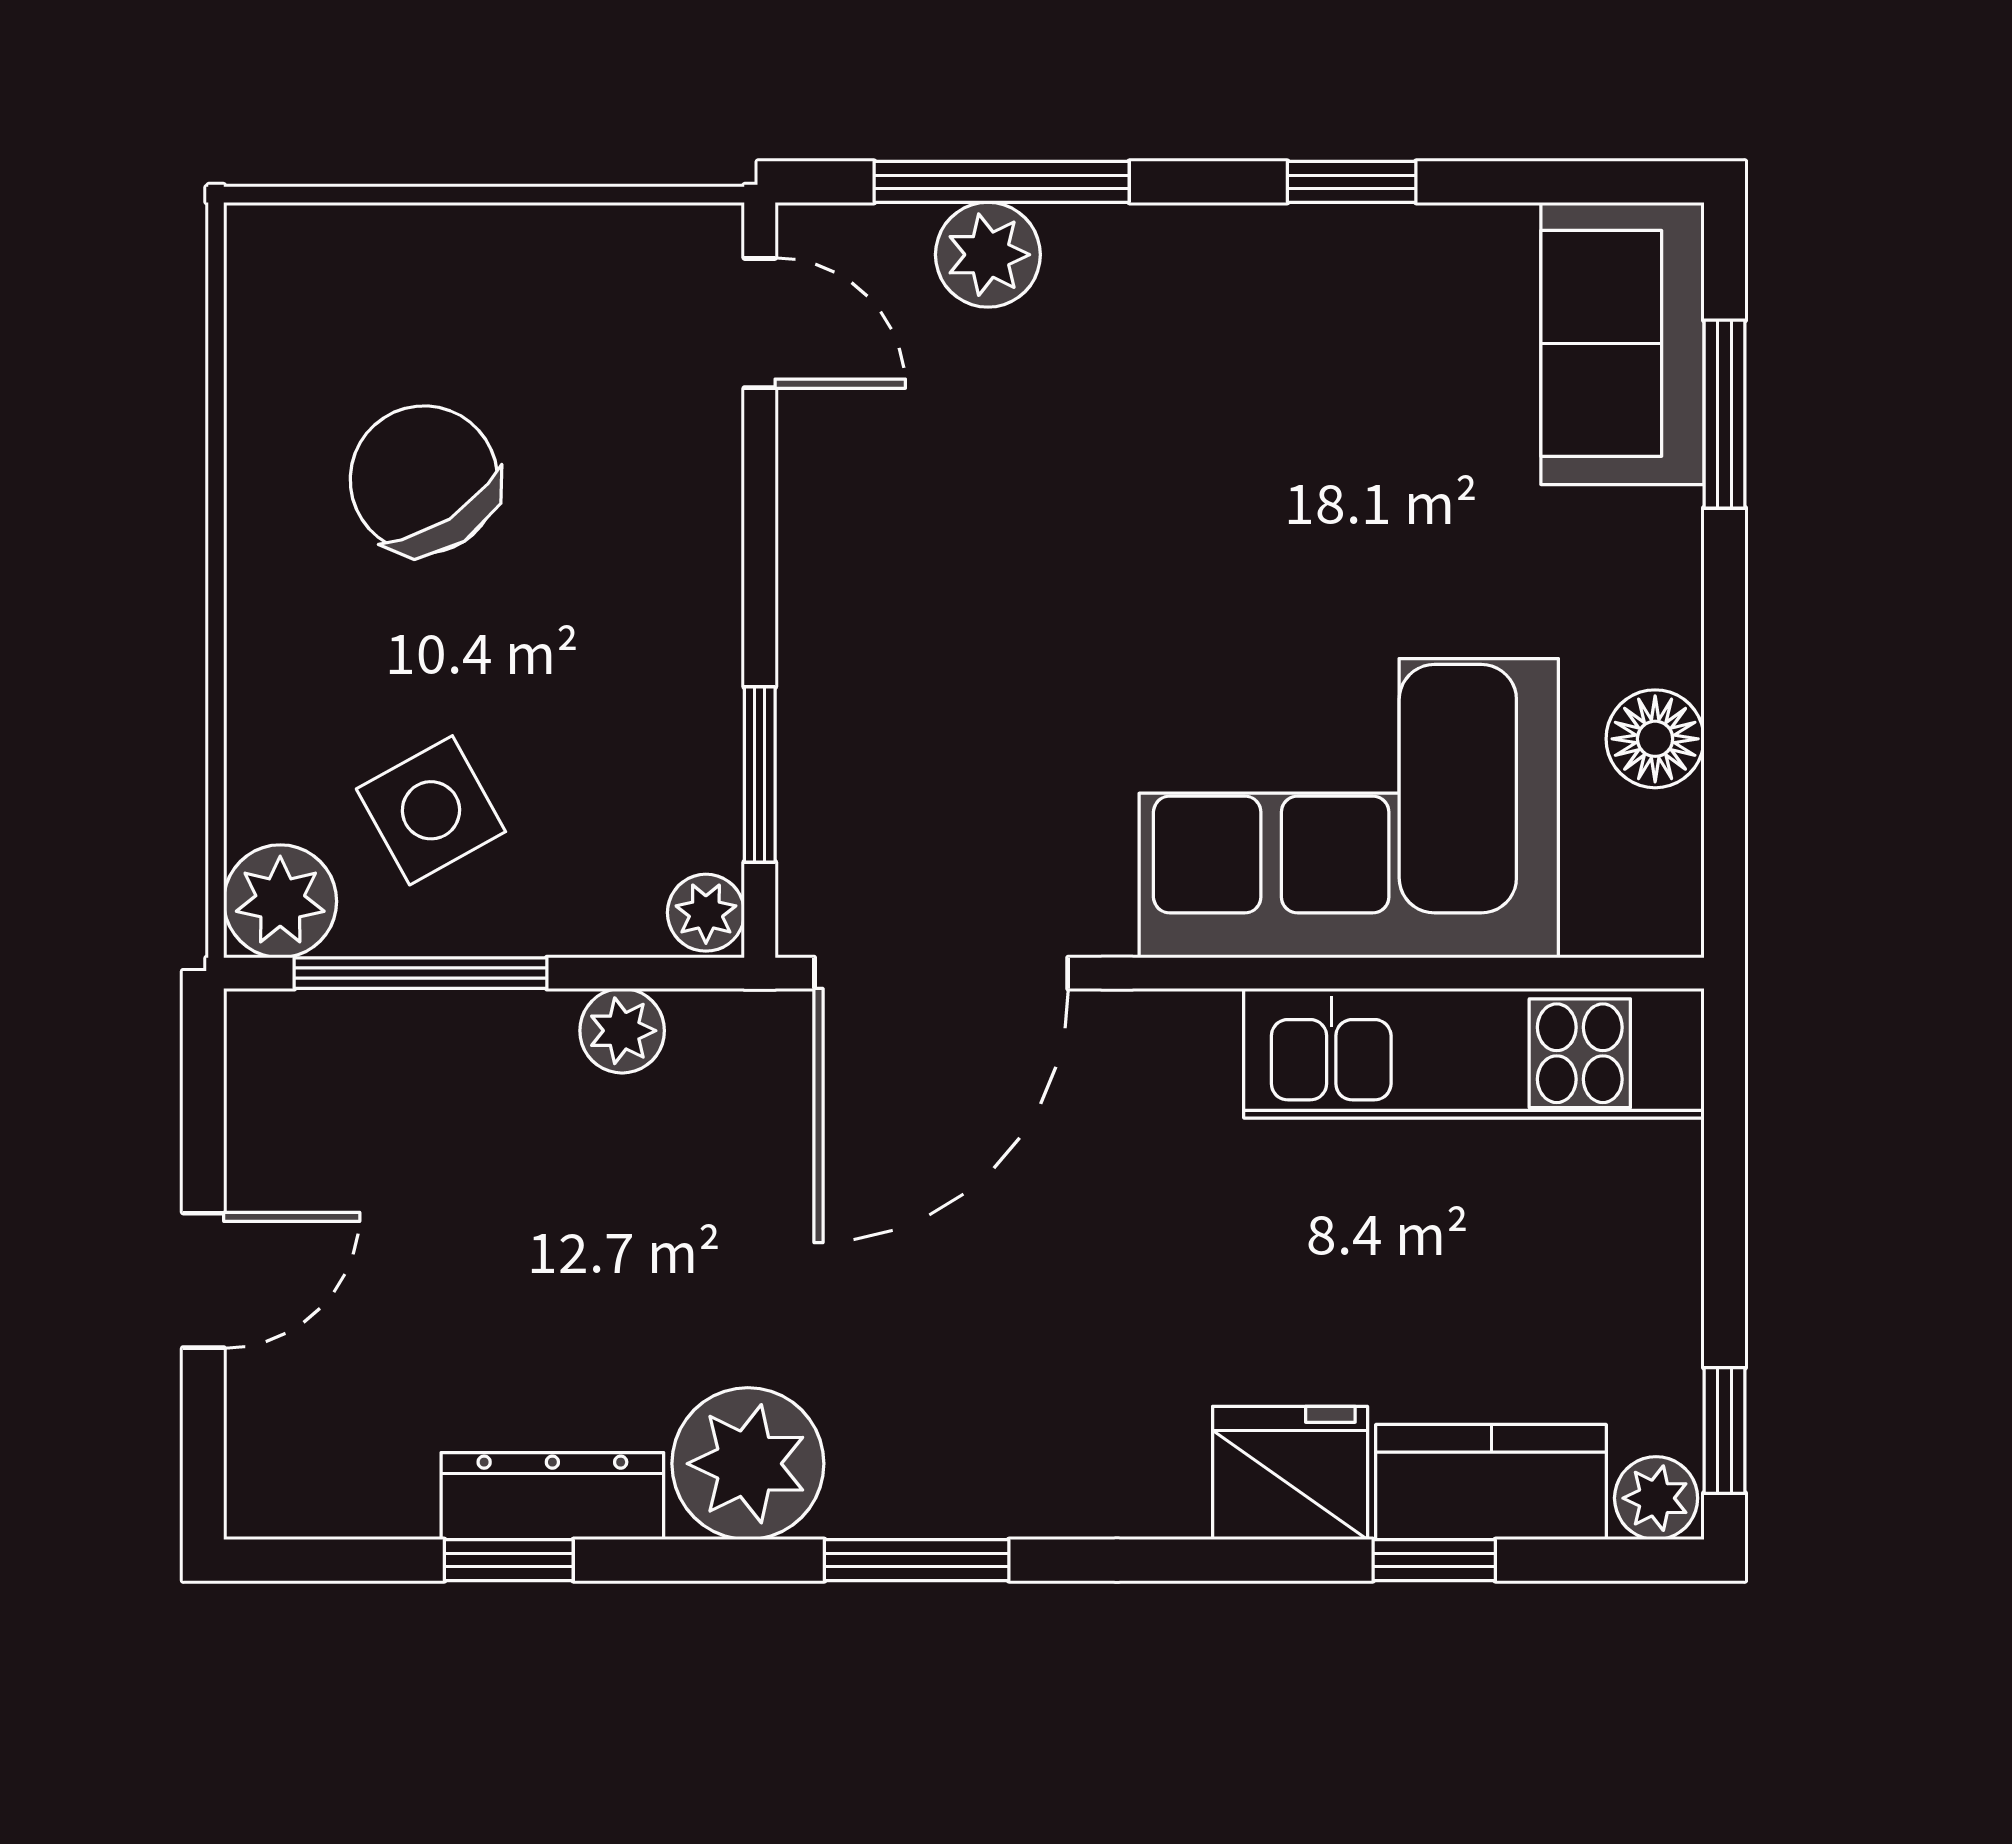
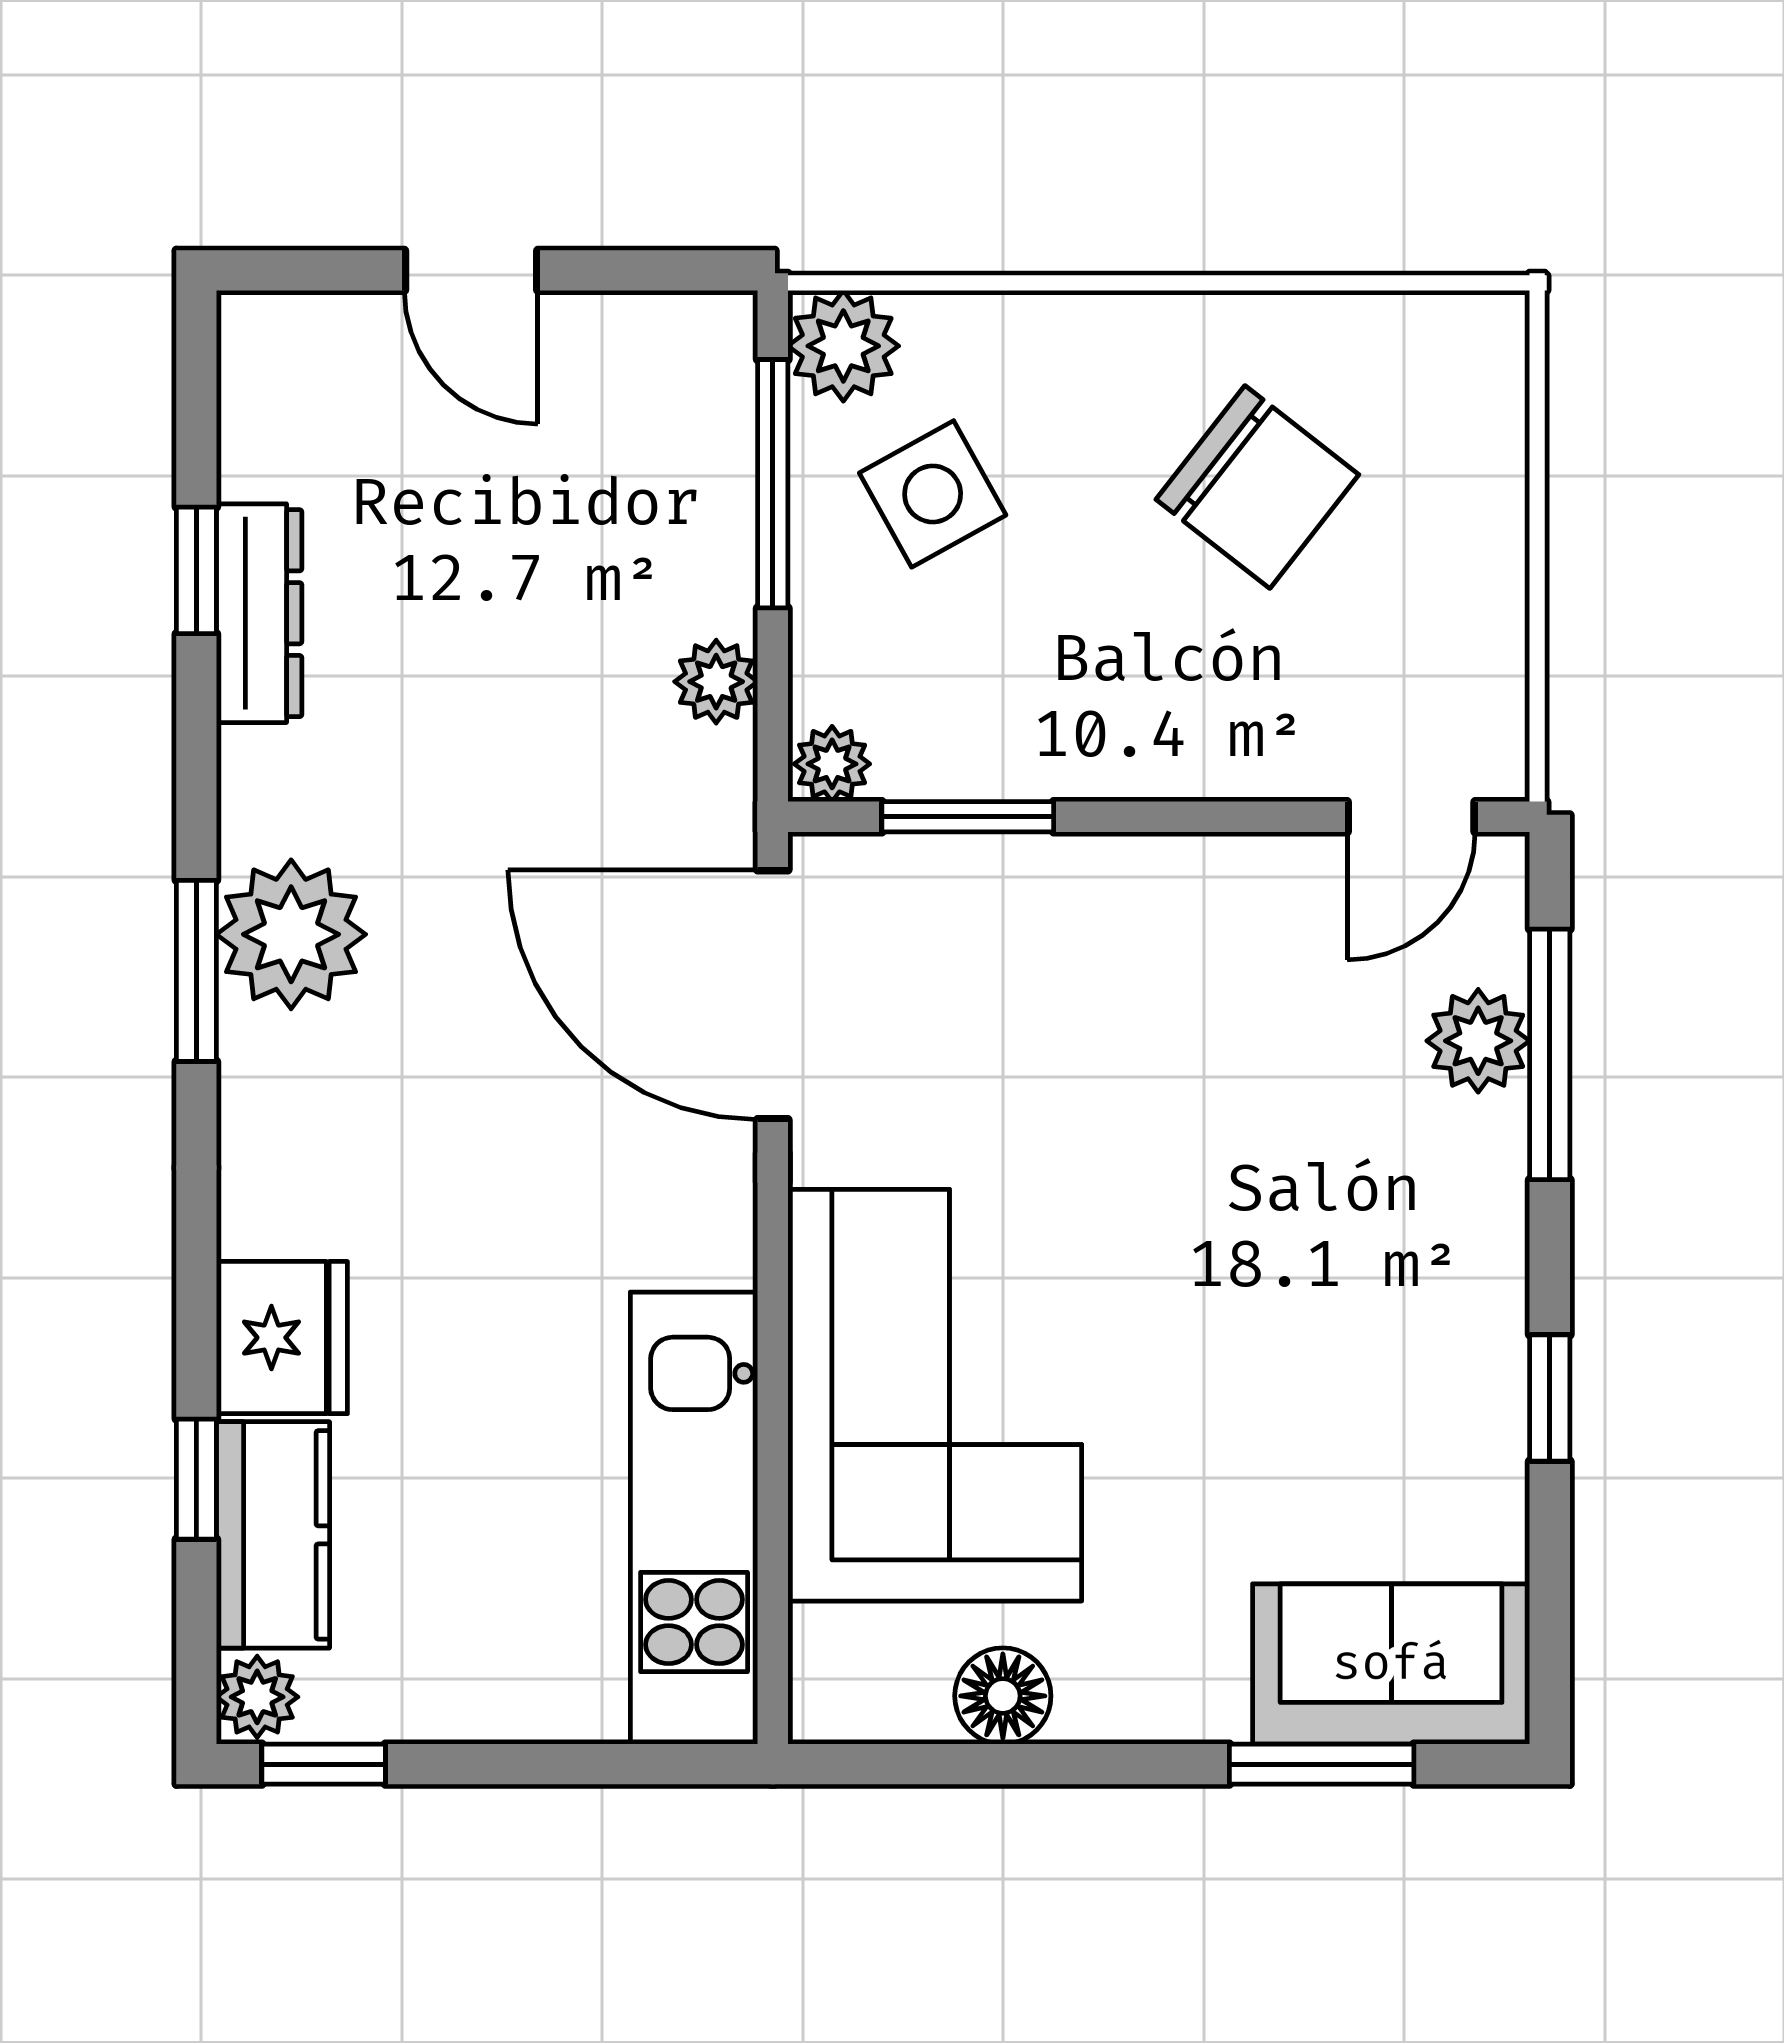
chair: (424, 480) -> (1257, 487), turned 71
plant: (748, 1464) -> (291, 934), moved

